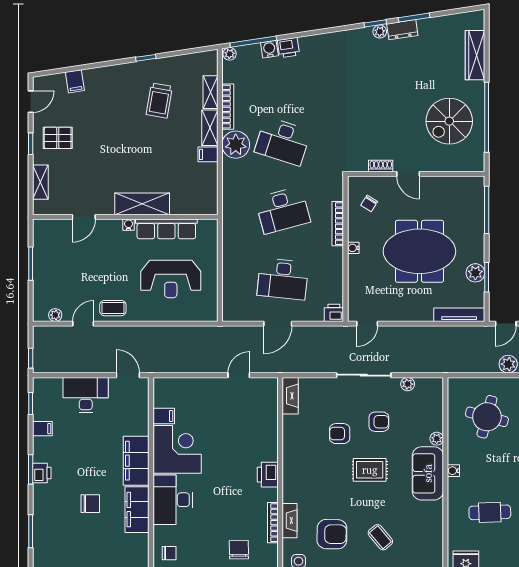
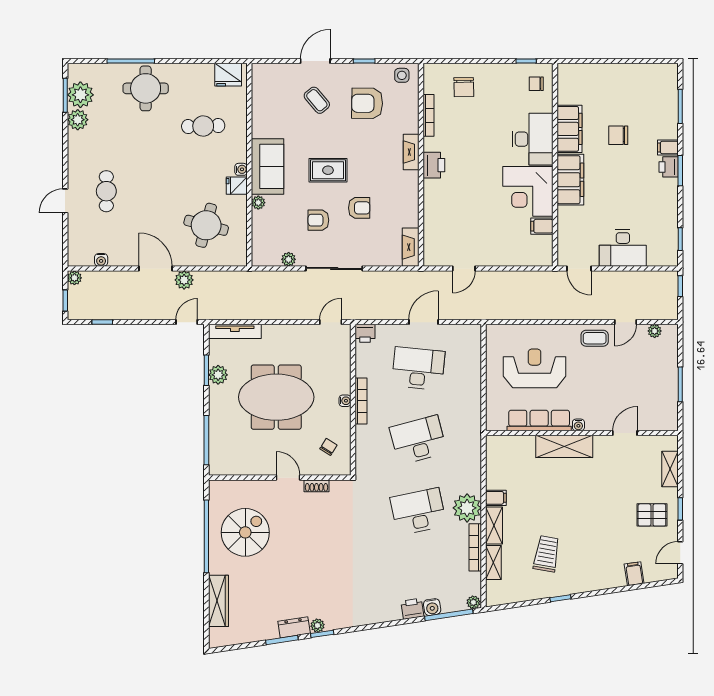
desk: (283, 141) -> (418, 511), turned -30
bookcase: (338, 224) -> (361, 401), moved
filing cabinet: (42, 429) -> (668, 147), moved
fridge: (457, 455) -> (237, 186), added
fireplace: (290, 521) -> (411, 152), moved

